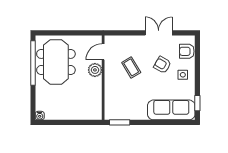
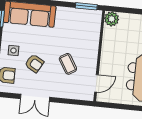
plant: (95, 70) -> (112, 19), moved

